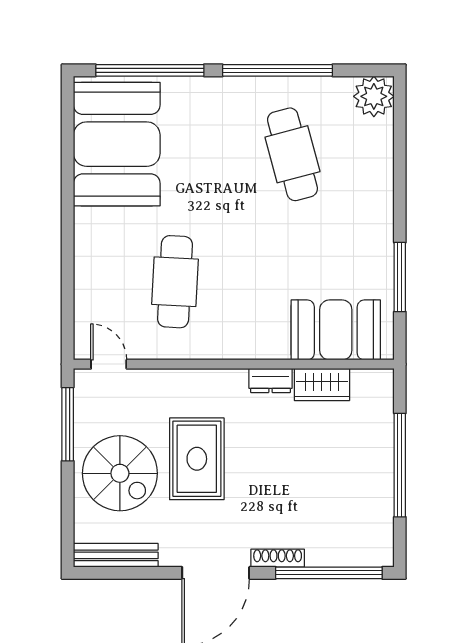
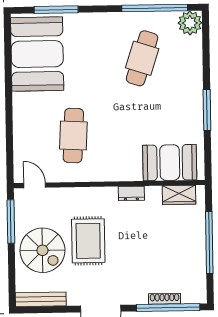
window: (150, 70) -> (56, 10), width x0.68
window: (277, 70) -> (155, 8), moved
cafe table: (292, 154) -> (142, 58), turned 33
window: (400, 277) -> (207, 110), moved
wardrobe: (322, 385) -> (179, 195), moved
shoe rack: (278, 558) -> (165, 299), moved

